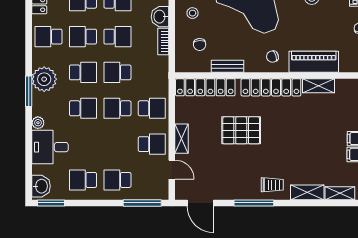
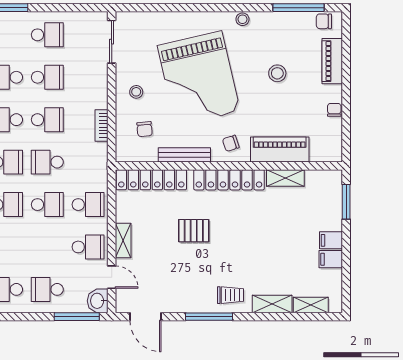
washbasin: (160, 17) -> (98, 301), moved
bench: (227, 66) -> (184, 155), width x1.36
school desk: (117, 108) -> (47, 205), turned 180
pallet: (241, 130) -> (194, 231), width x0.67, depth x0.71

